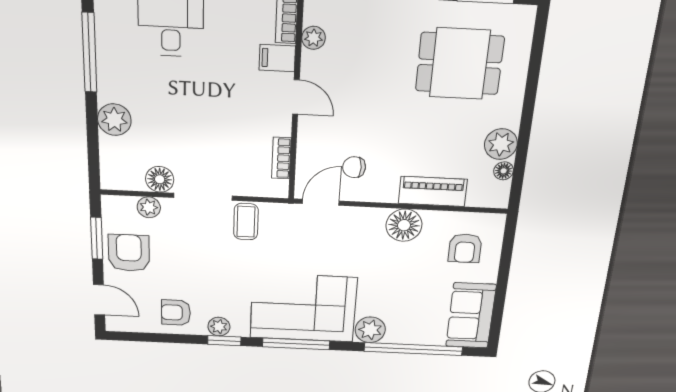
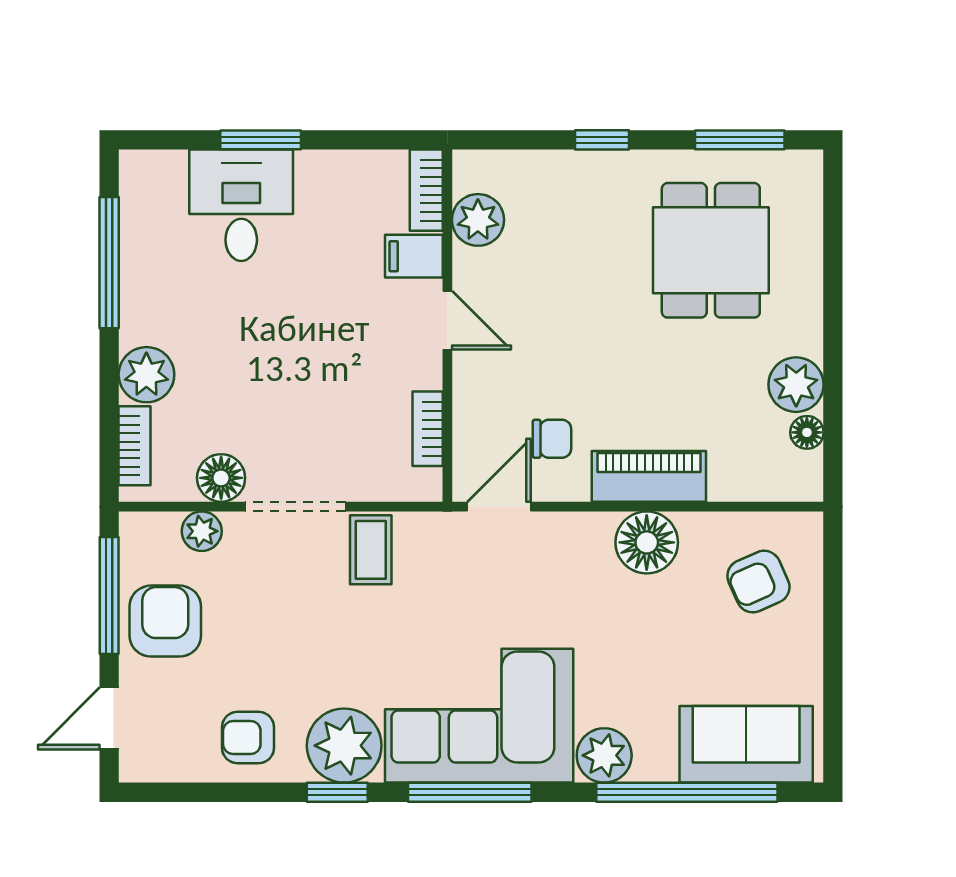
plant: (314, 38) -> (478, 220), width x1.38, depth x1.38
dining table: (460, 64) -> (711, 250), turned 90
bookcase: (108, 159) -> (135, 446), added
chair: (354, 167) -> (552, 439), turned 180
piano: (433, 191) -> (649, 476), moved
window: (97, 238) -> (109, 595), width x1.44
armchair: (465, 248) -> (758, 582), turned 66
door: (99, 300) -> (109, 718), swing flipped
sofa: (471, 316) -> (746, 744), moved, turned 90
plant: (219, 327) -> (344, 746), width x1.87, depth x1.87

